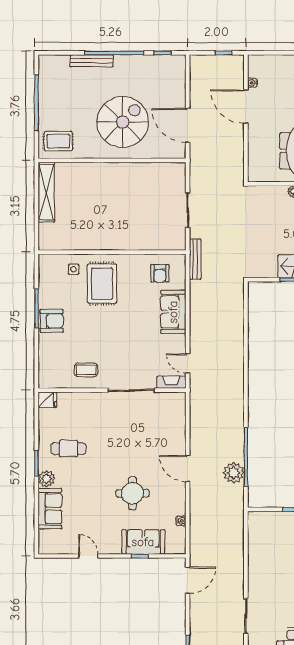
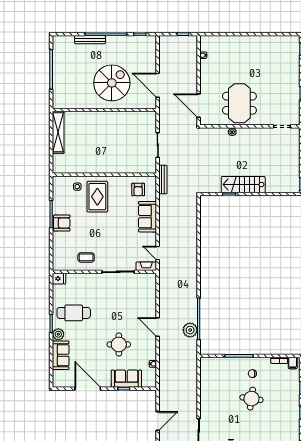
door: (246, 107) -> (199, 106), moved
rug: (58, 141) -> (66, 96), removed
cafe table: (68, 449) -> (74, 313), width x1.37, depth x1.35
door: (88, 556) -> (88, 389), width x1.88
door: (188, 580) -> (158, 421), moved

